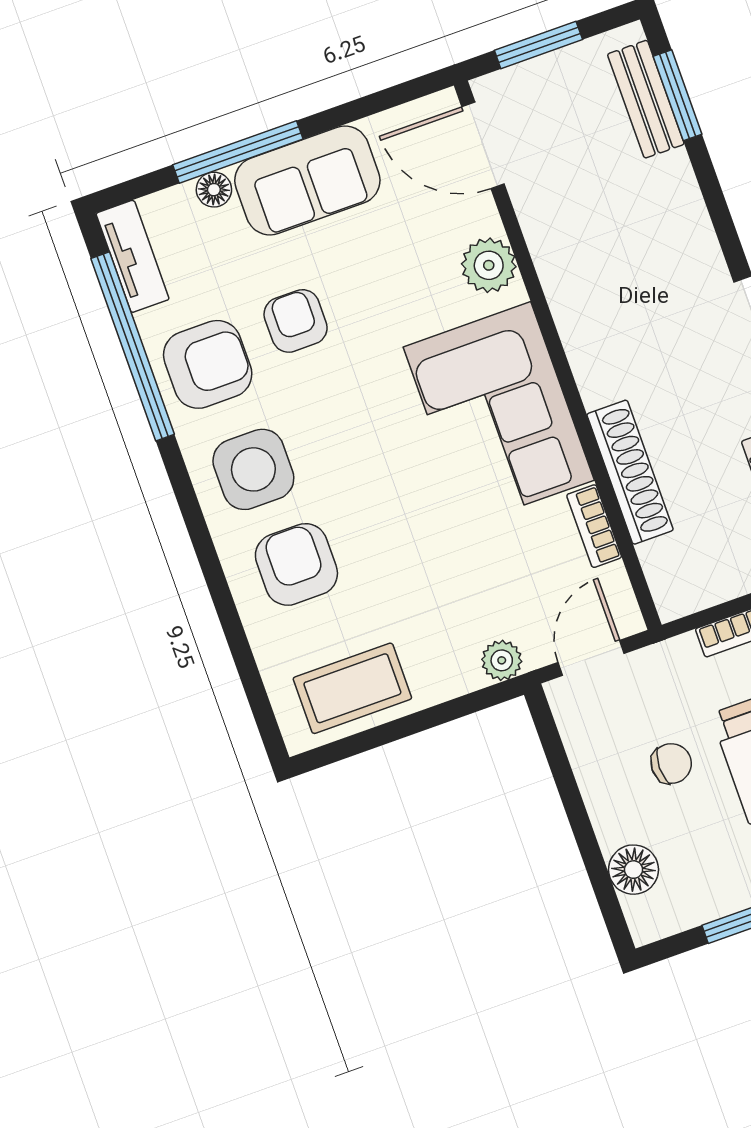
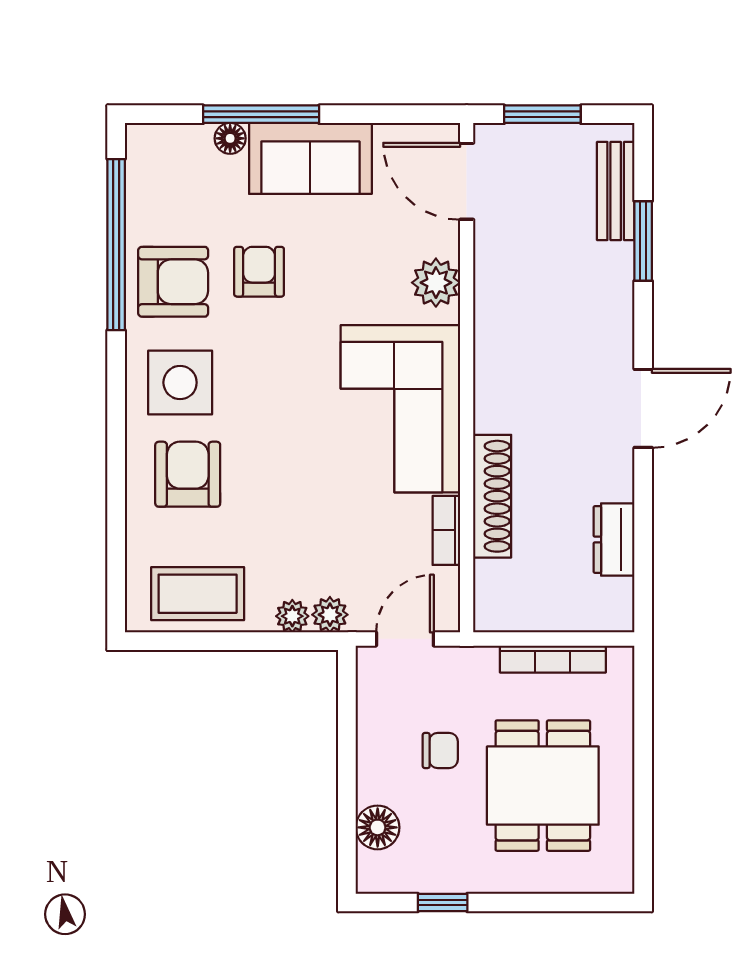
window: (677, 95) -> (643, 241), moved
tv unit: (133, 256) -> (143, 170), removed
plant: (462, 676) -> (292, 616), added

